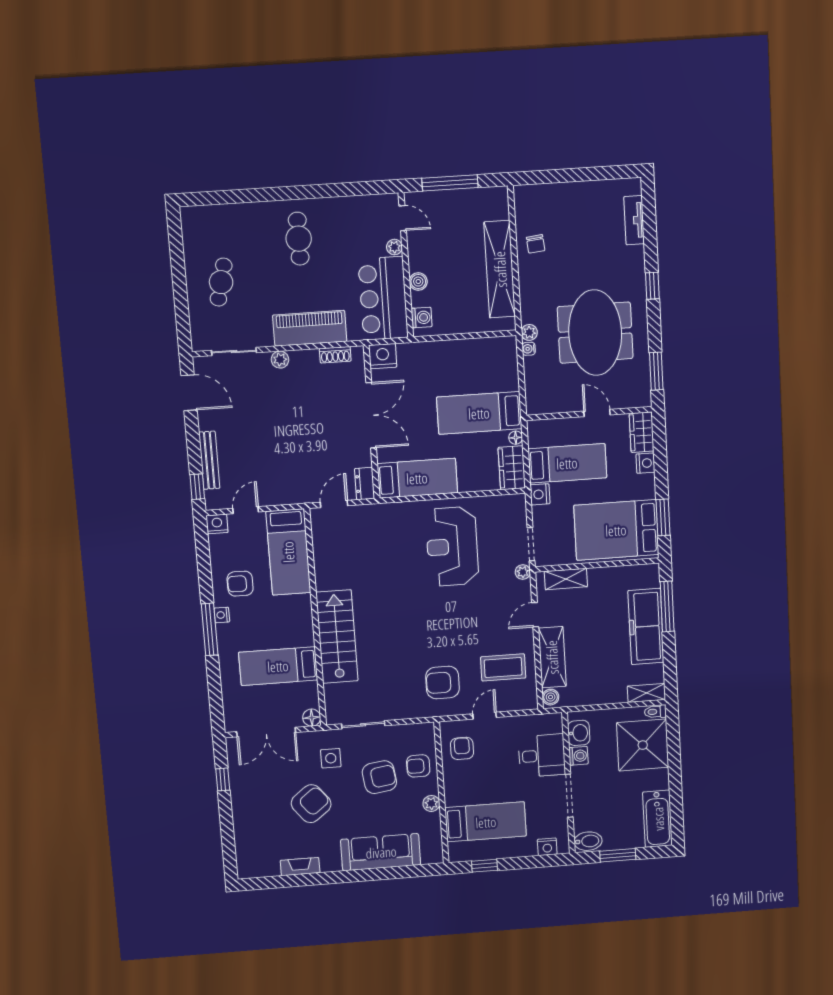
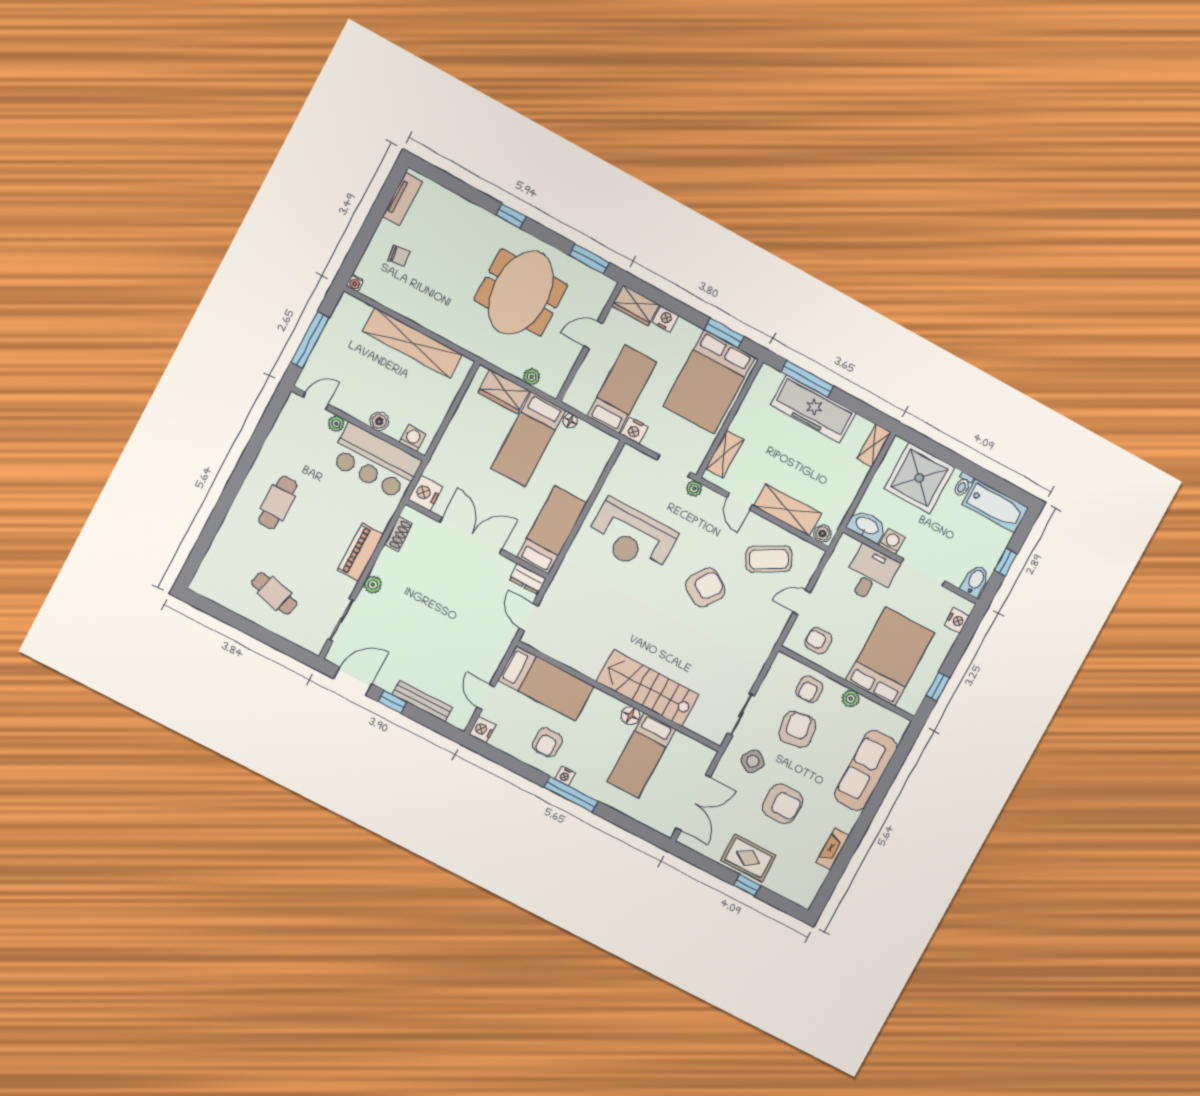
tv unit: (634, 220) -> (402, 199), moved, turned -90
cafe table: (299, 239) -> (278, 503), turned 90
chair: (536, 244) -> (399, 256), moved
piano: (310, 328) -> (360, 552), width x0.73, depth x0.75
plant: (529, 332) -> (532, 377), moved
meeting table: (595, 333) -> (521, 293), turned 90
water cooler: (529, 349) -> (355, 283), moved
wardrobe: (512, 468) -> (504, 392), moved
window: (197, 487) -> (392, 702), moved
coffee table: (503, 667) -> (769, 559), turned 61
armchair: (443, 683) -> (705, 587), moved, turned -147
toilet: (655, 712) -> (963, 485), moved
door: (485, 716) -> (802, 602), hinge flipped
floor lamp: (312, 718) -> (630, 716), moved
washbasin: (579, 733) -> (867, 526), width x1.38
side table: (331, 758) -> (753, 761), turned 37
window: (223, 779) -> (747, 885), moved
rug: (249, 804) -> (748, 858), added
armchair: (311, 804) -> (782, 804), turned 128
bed: (486, 822) -> (890, 657), width x1.50
window: (618, 855) -> (1006, 562), width x0.67

